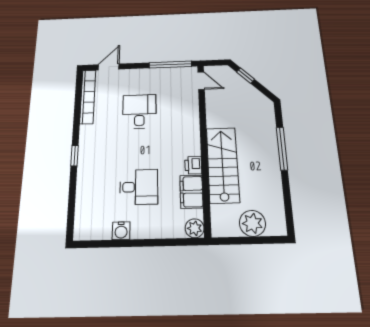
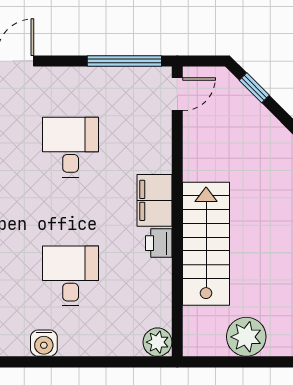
door: (201, 81) -> (177, 94), hinge flipped
desk: (139, 187) -> (71, 276), turned -90
filing cabinet: (191, 192) -> (154, 200), moved

